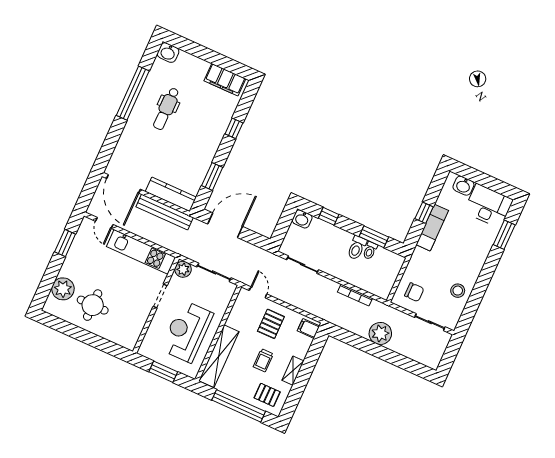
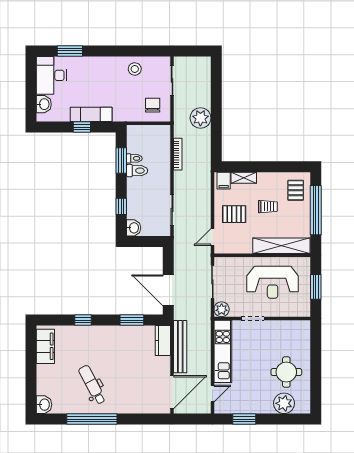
dental chair: (166, 109) -> (92, 385), turned -118
kitchen counter: (171, 194) -> (163, 341), width x0.67
shelving: (293, 371) -> (244, 178), moved

